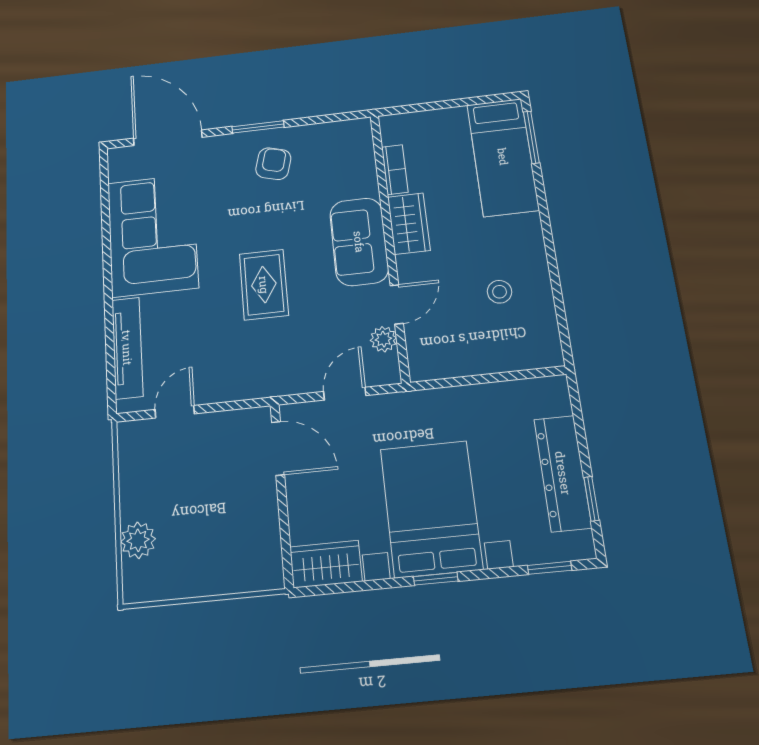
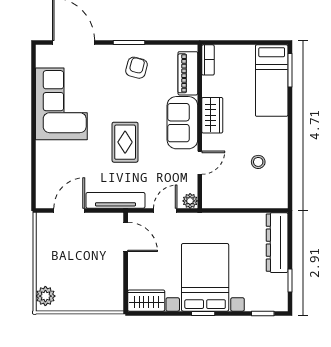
piano: (360, 162) -> (188, 73), added
bookcase: (395, 170) -> (208, 60), moved
plant: (383, 339) -> (190, 201), moved
tv unit: (127, 348) -> (115, 200), moved, turned -90
door: (175, 412) -> (69, 210), width x1.38
dresser: (563, 473) -> (277, 243), moved
plant: (138, 540) -> (45, 296), moved

